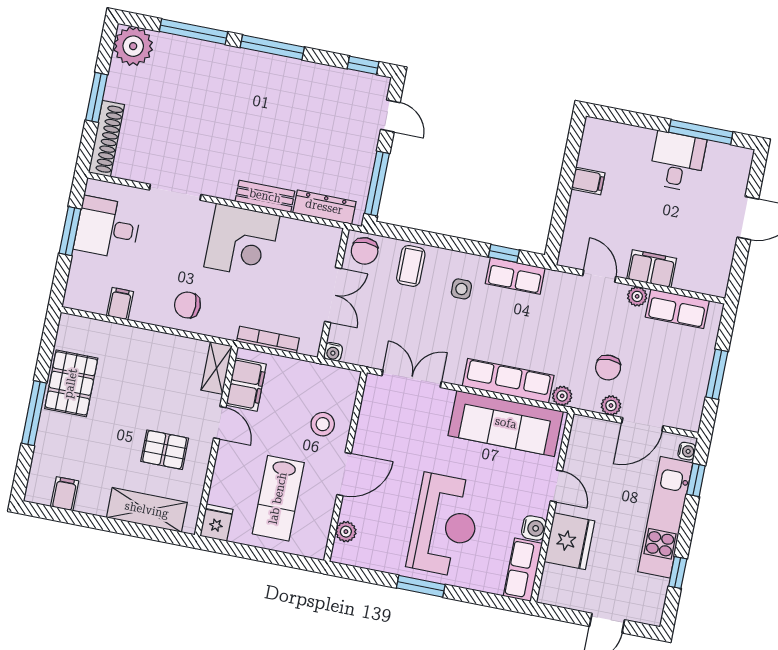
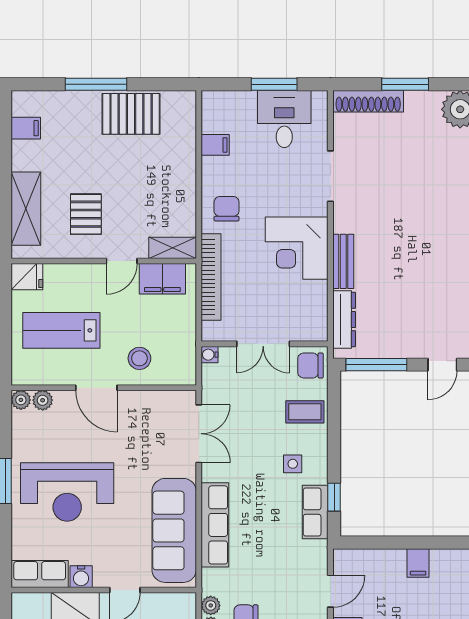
bookcase: (268, 340) -> (211, 277), width x1.48, depth x1.31
plant: (562, 396) -> (211, 605), moved
plant: (341, 554) -> (21, 400), added

